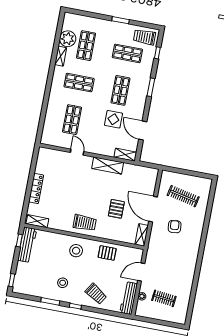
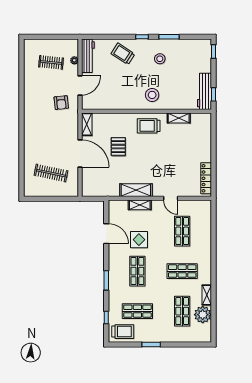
shelving: (125, 155) -> (140, 205), moved
locker: (36, 188) -> (206, 178), moved
shelving: (37, 221) -> (179, 118), moved
armchair: (175, 227) -> (61, 103), moved
pallet: (107, 253) -> (119, 99), removed

